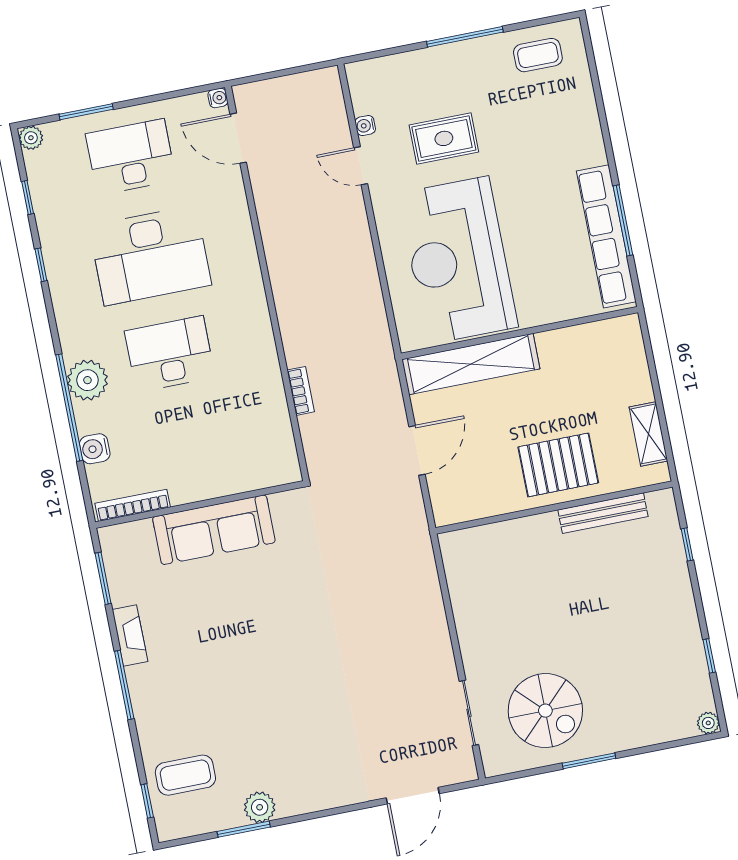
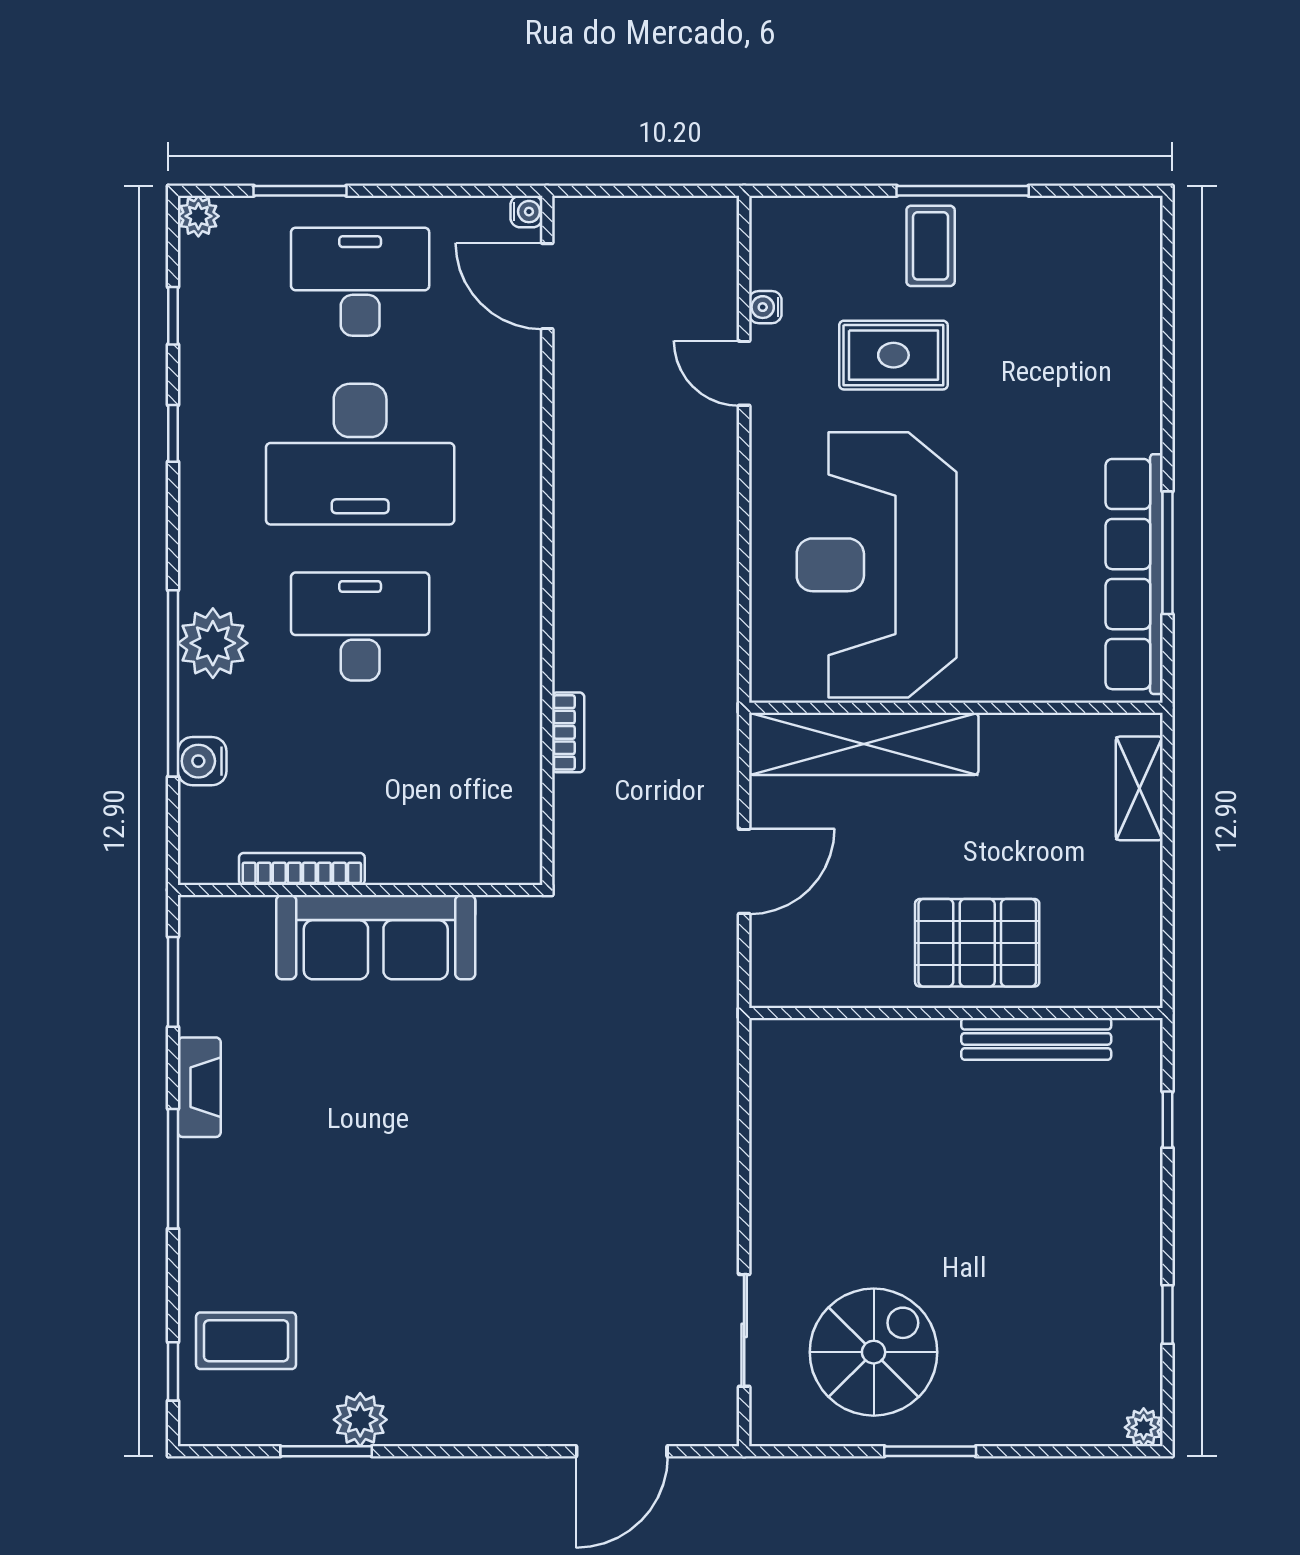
coffee table: (538, 55) -> (931, 246), moved, turned 90
shelving: (648, 434) -> (1139, 788), moved
bookcase: (133, 505) -> (302, 869), moved
spiral stairs: (545, 711) -> (874, 1352), turned -90

